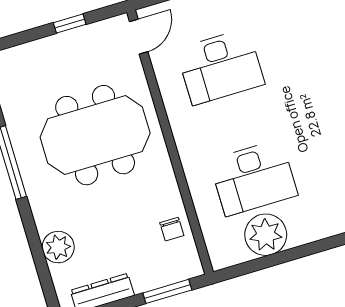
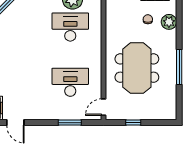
meeting table: (95, 135) -> (137, 68), turned 90
chair: (172, 229) -> (148, 19), moved

